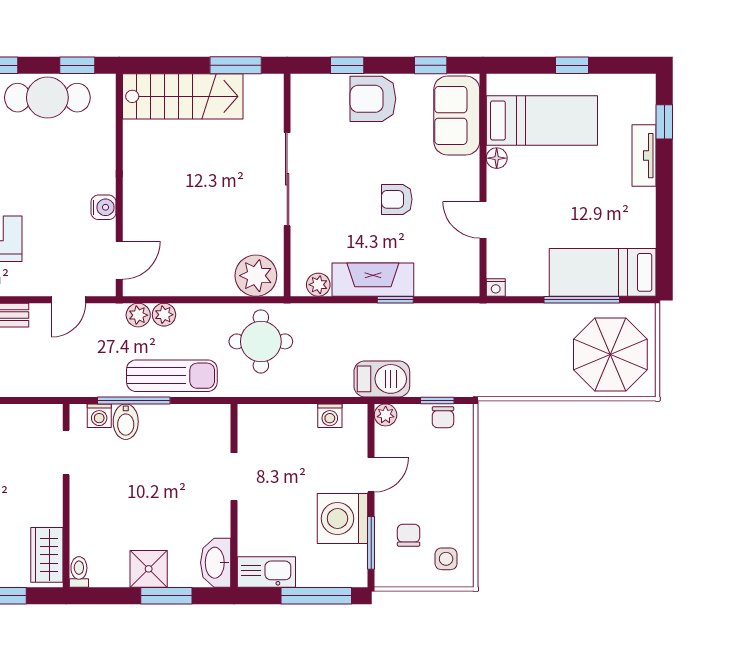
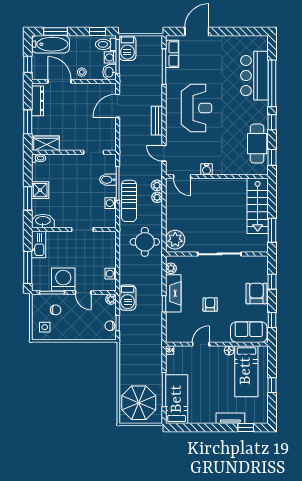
washing machine: (99, 416) -> (111, 203), moved

